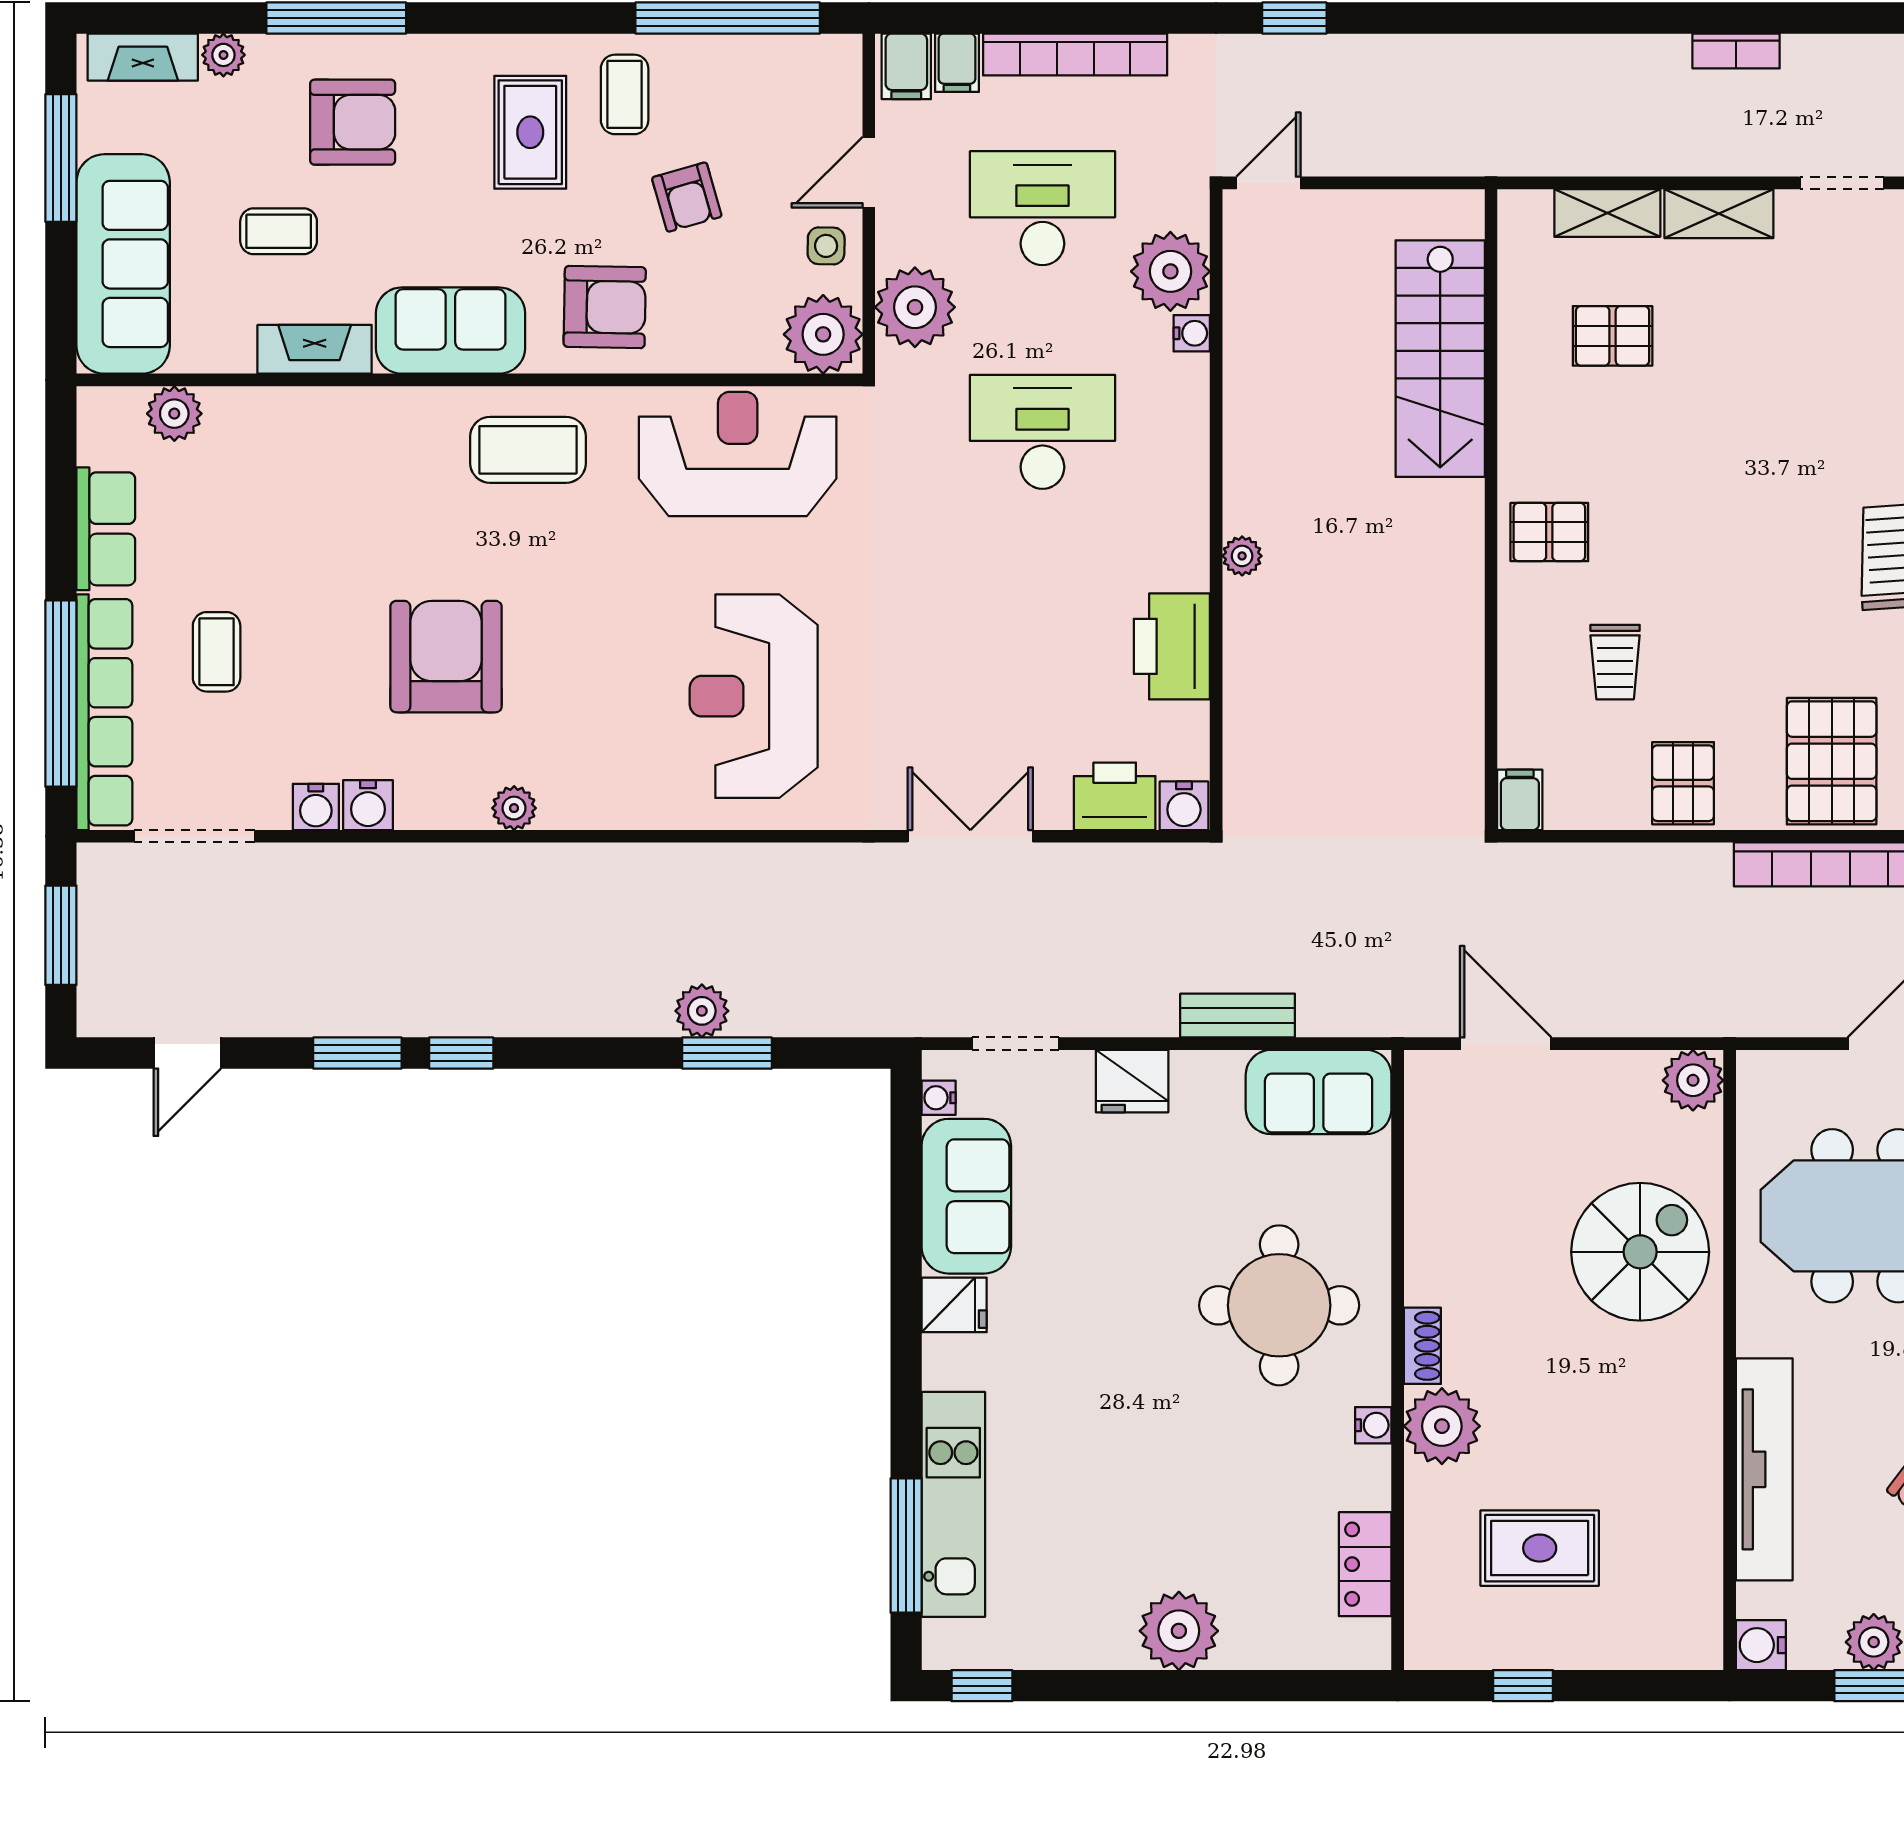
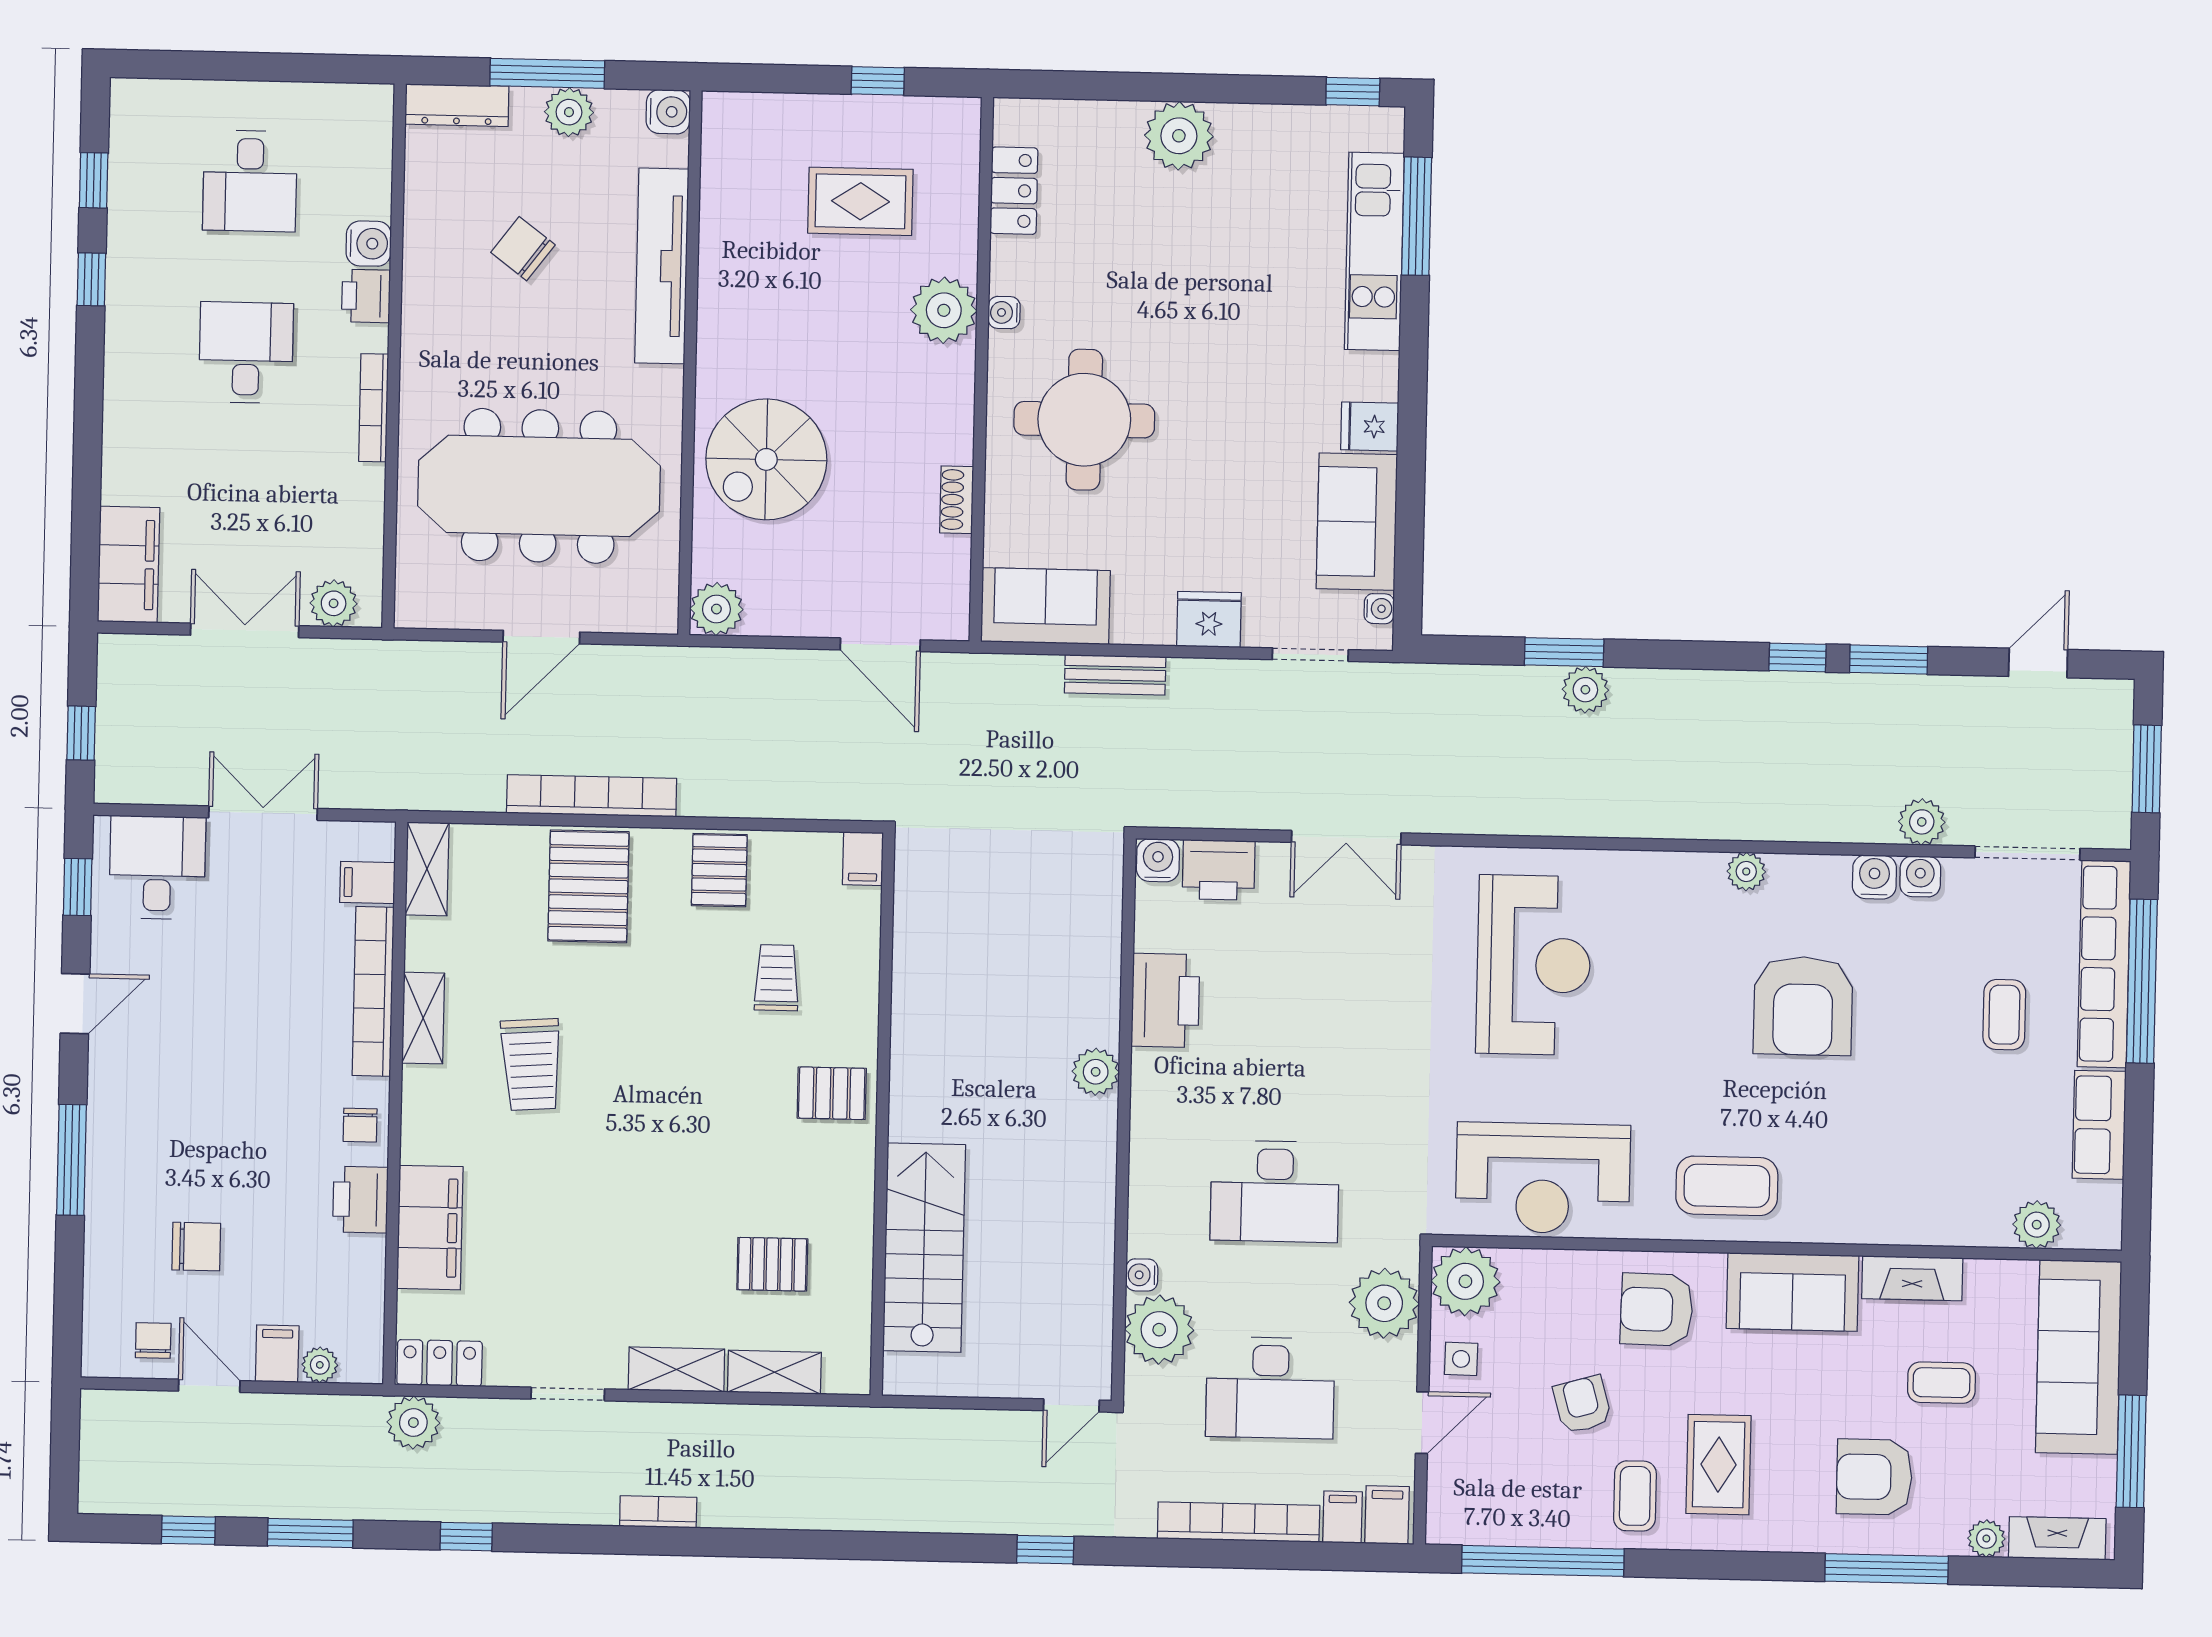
plant: (1242, 556) -> (1096, 1072), width x1.38, depth x1.38
plant: (316, 869) -> (1922, 822), added
shoe rack: (1422, 1346) -> (957, 500), moved

